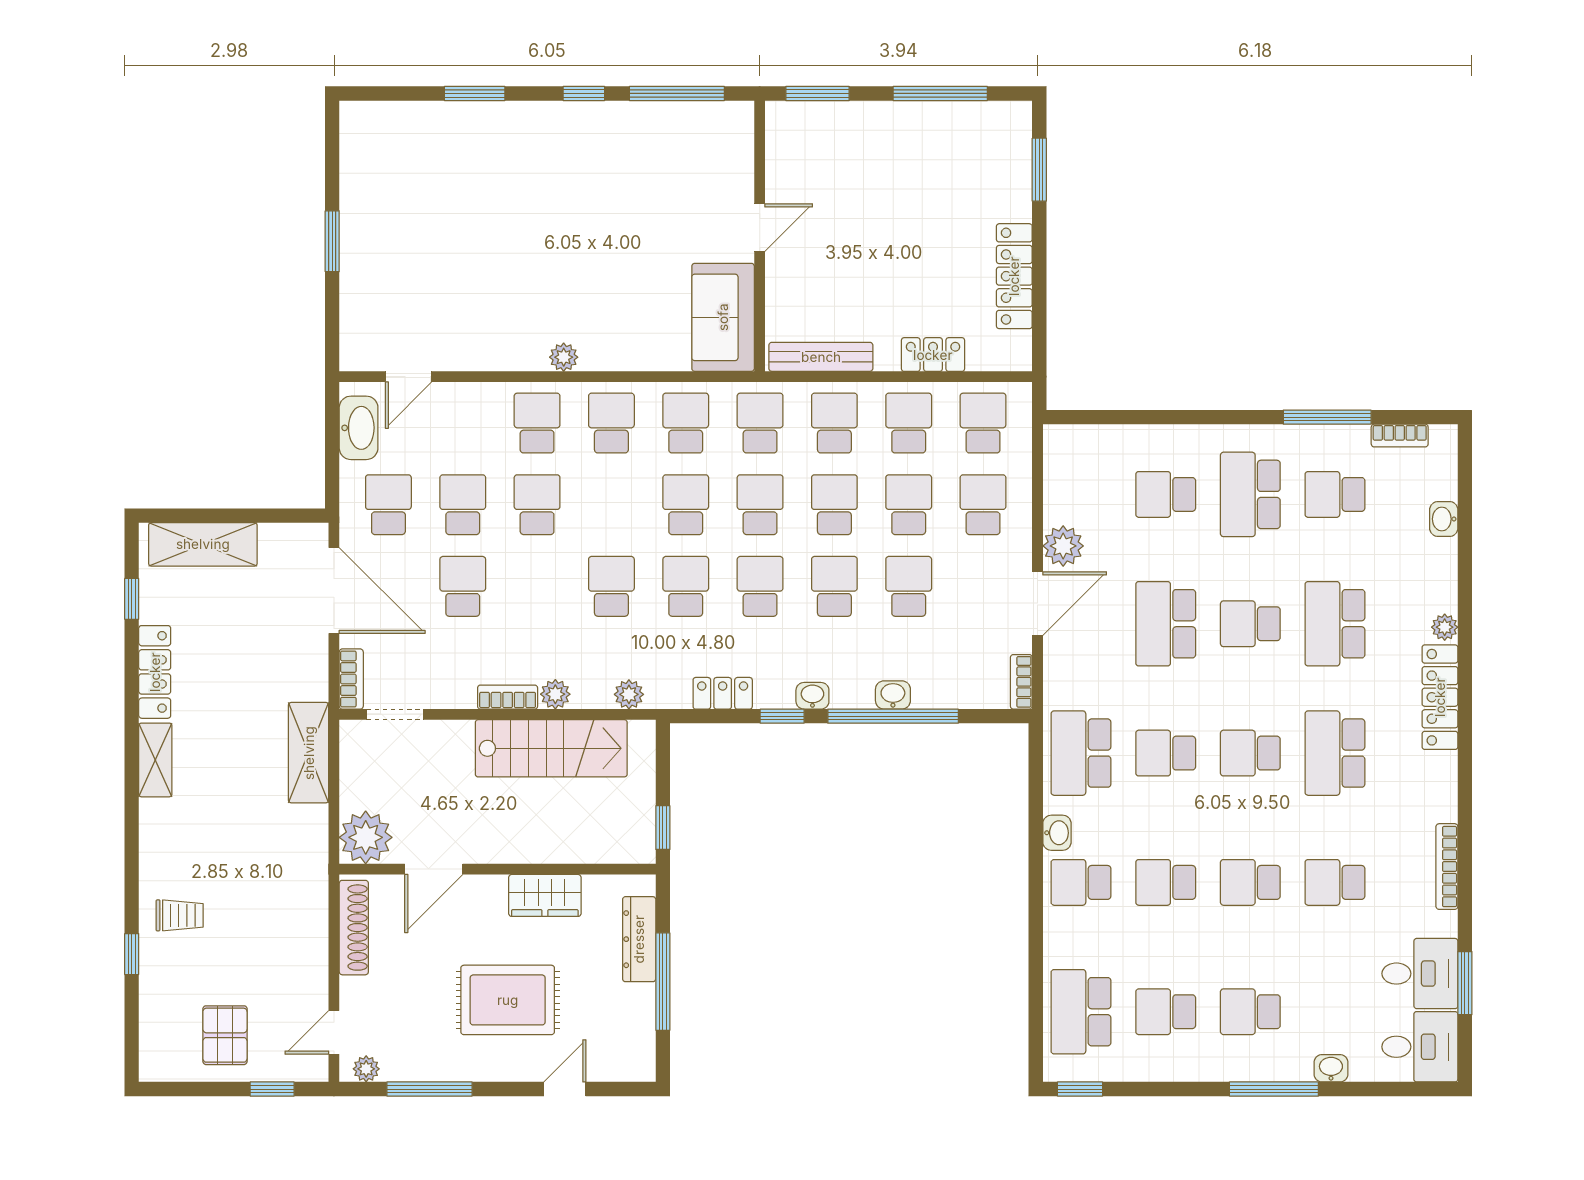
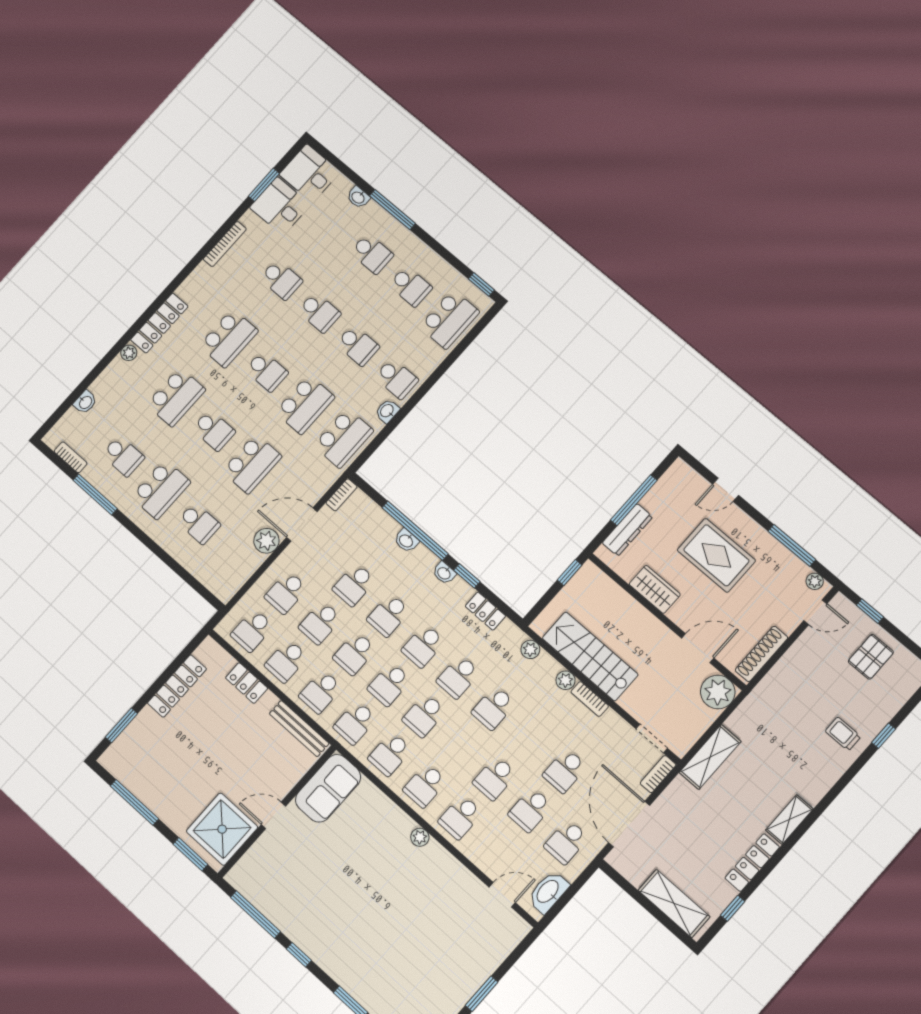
shower: (806, 157) -> (222, 829), added
school desk: (1166, 753) -> (305, 405), width x1.85

